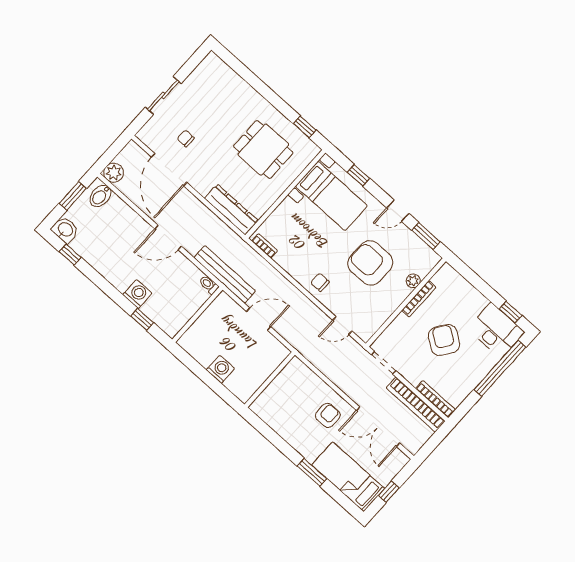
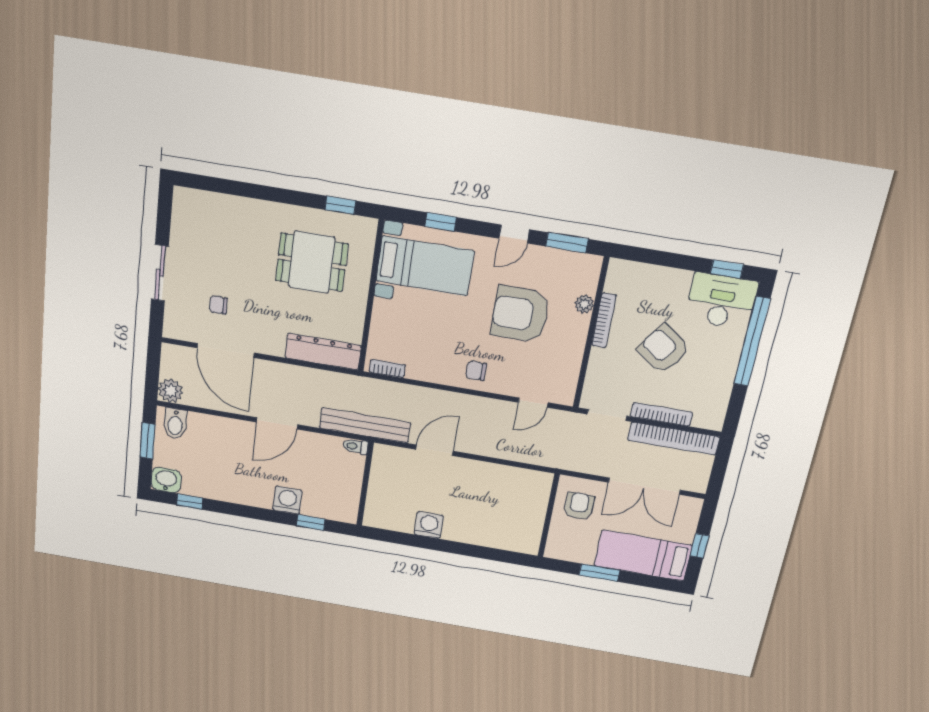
wall: (270, 380) -> (549, 516), moved
bookcase: (435, 399) -> (661, 414), moved

